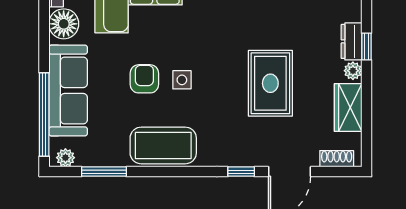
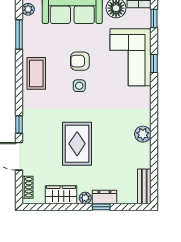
armchair: (144, 79) -> (80, 61), turned 180
rug: (270, 83) -> (77, 144), turned 90
coffee table: (163, 145) -> (36, 73), width x0.73, depth x0.76

